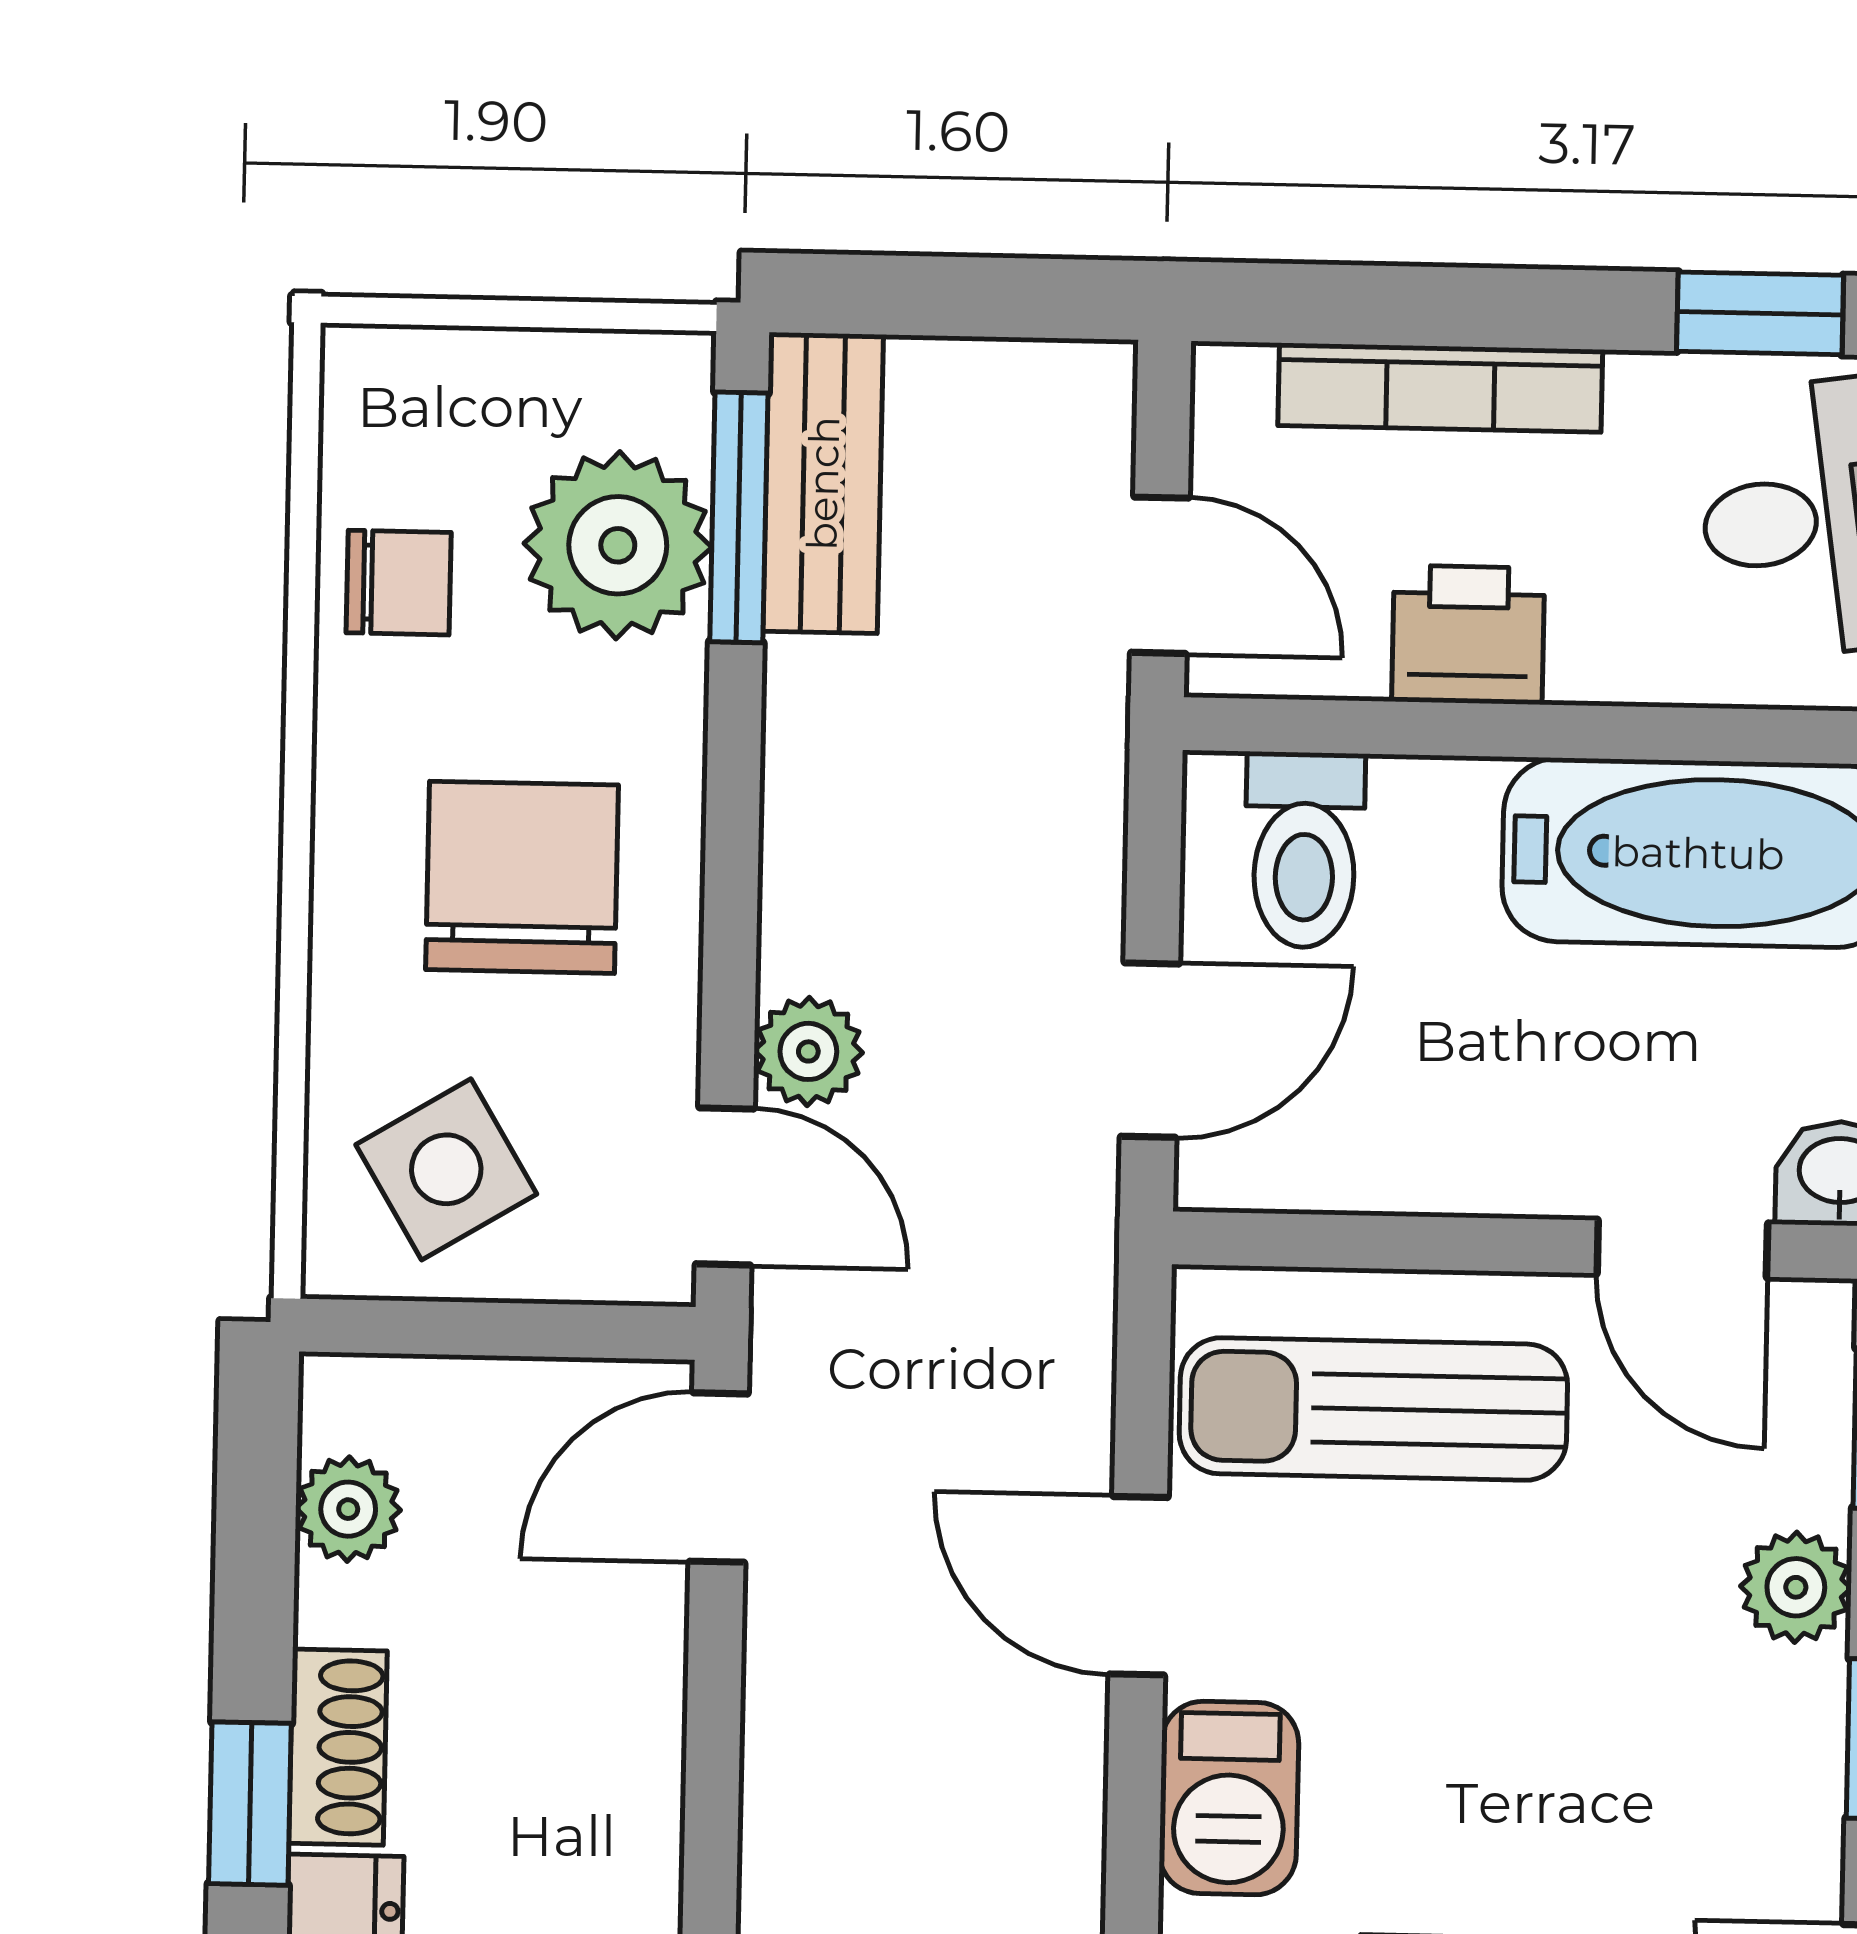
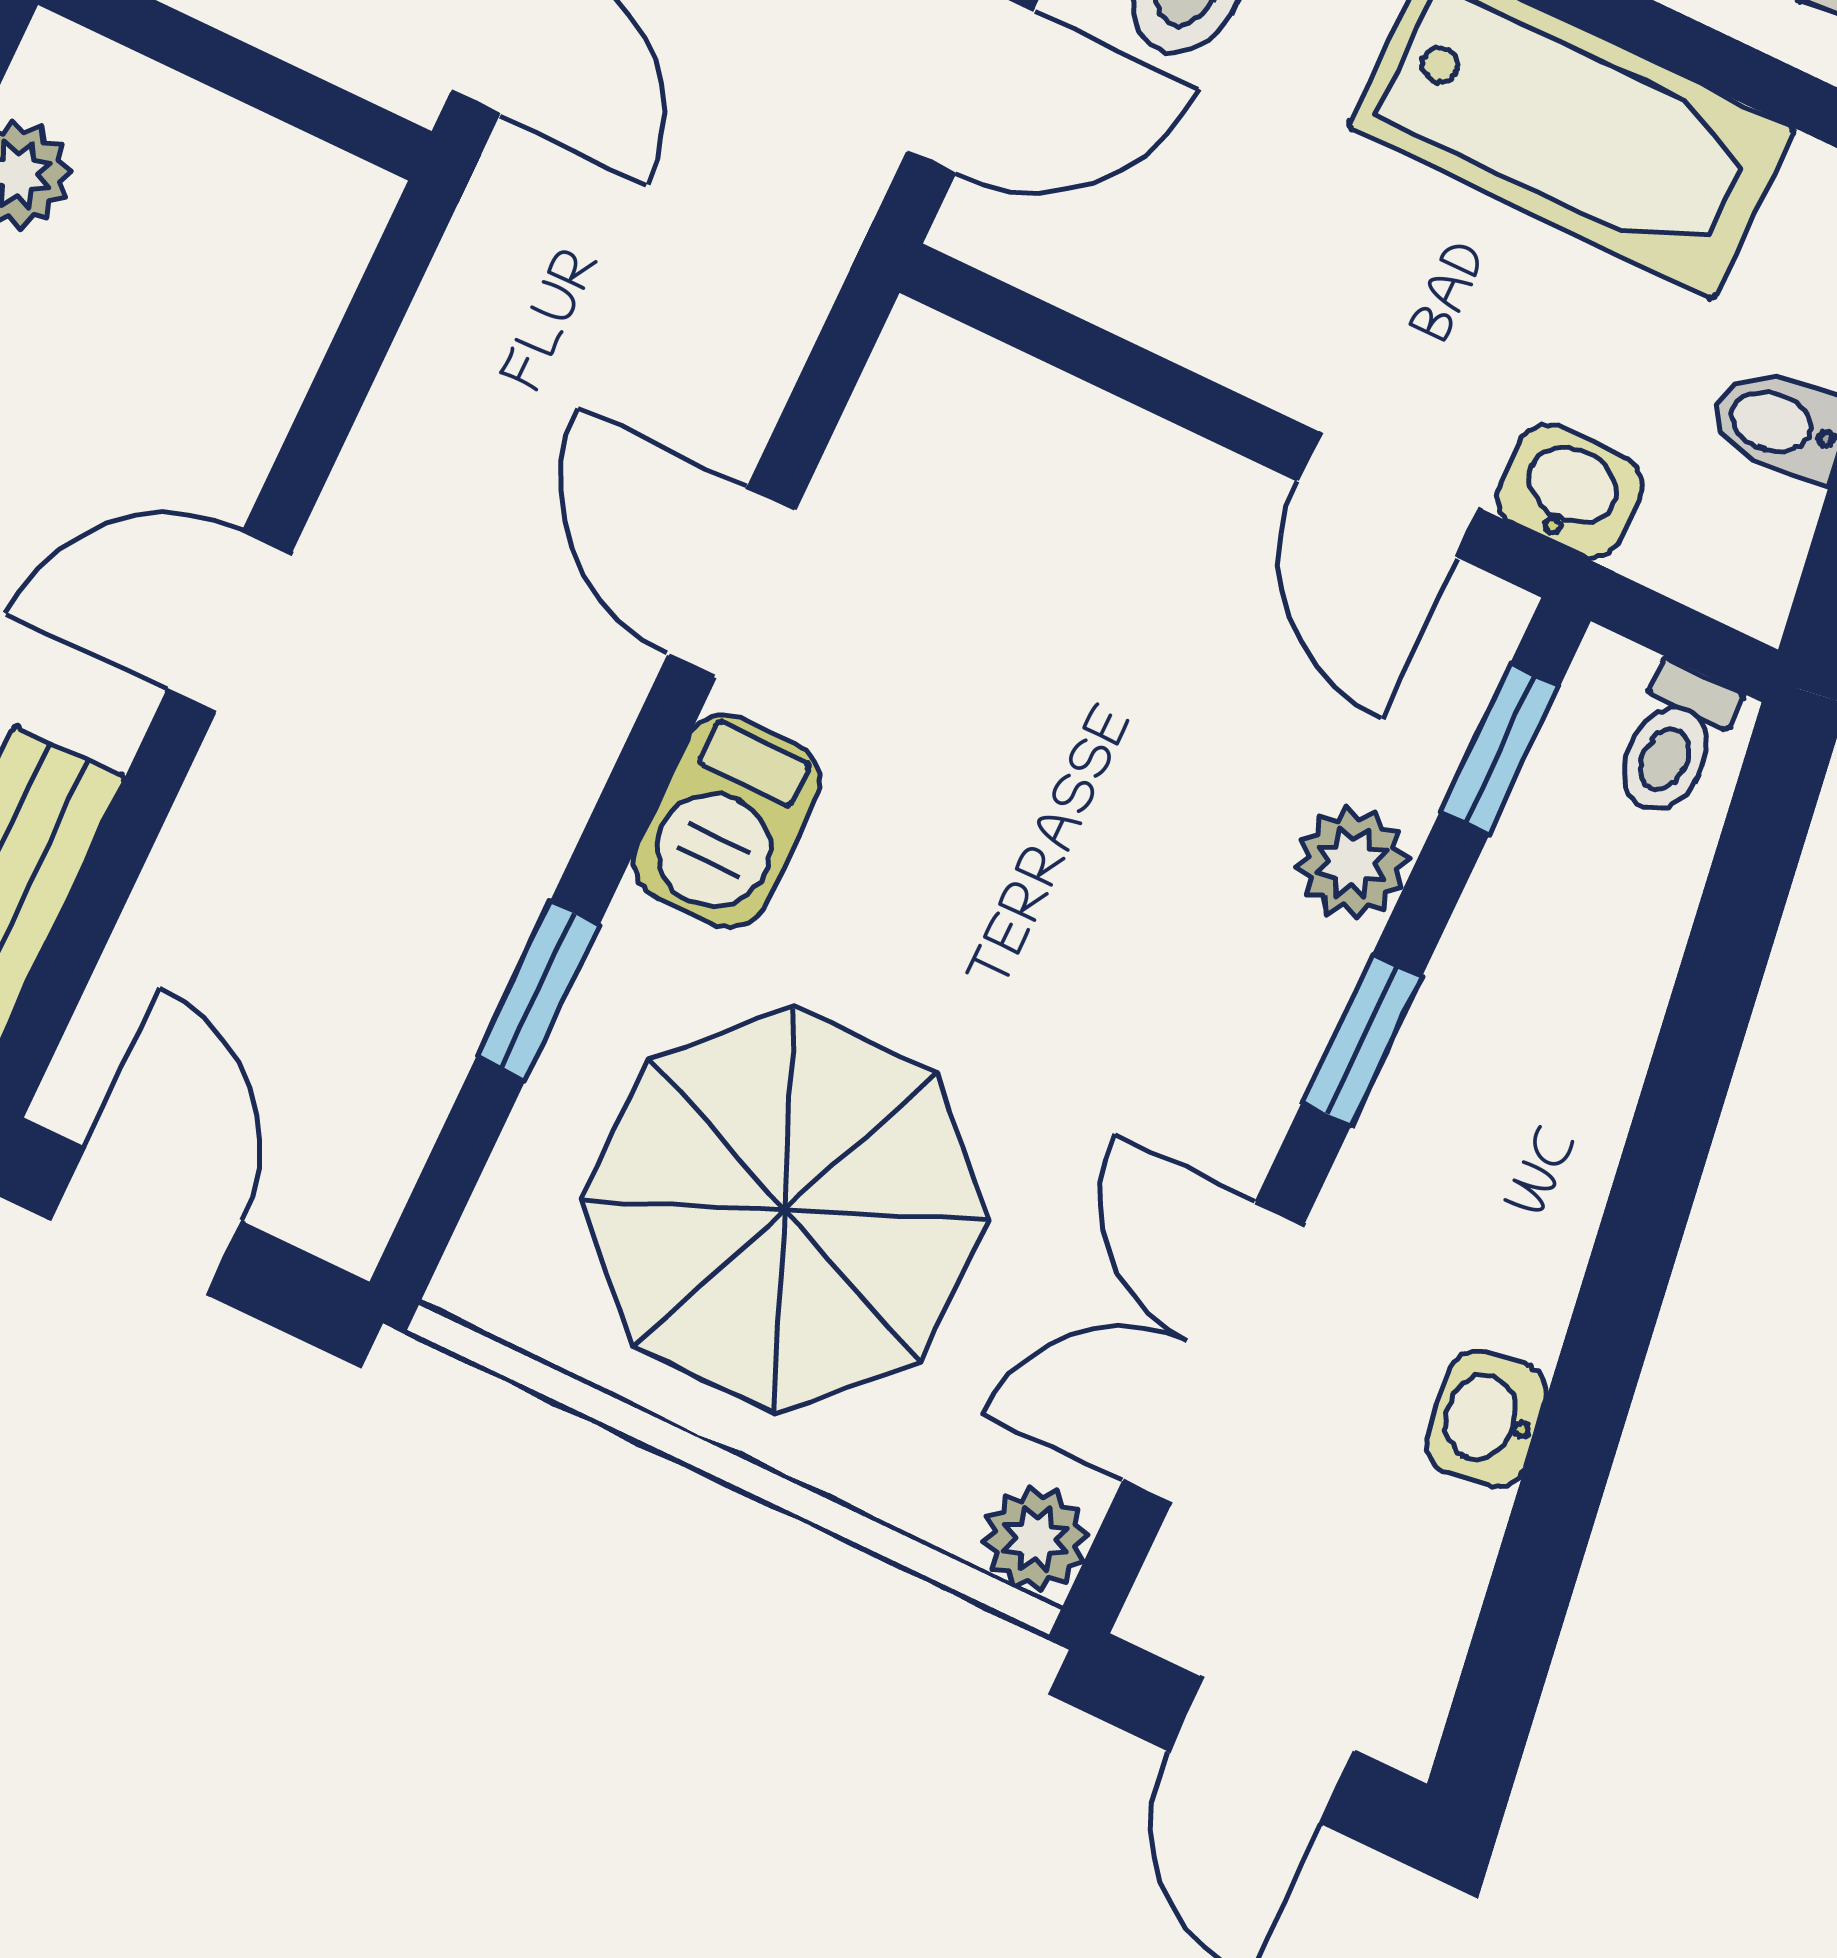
sun lounger: (1373, 1409) -> (1028, 515), removed
door: (719, 1478) -> (229, 622), moved

